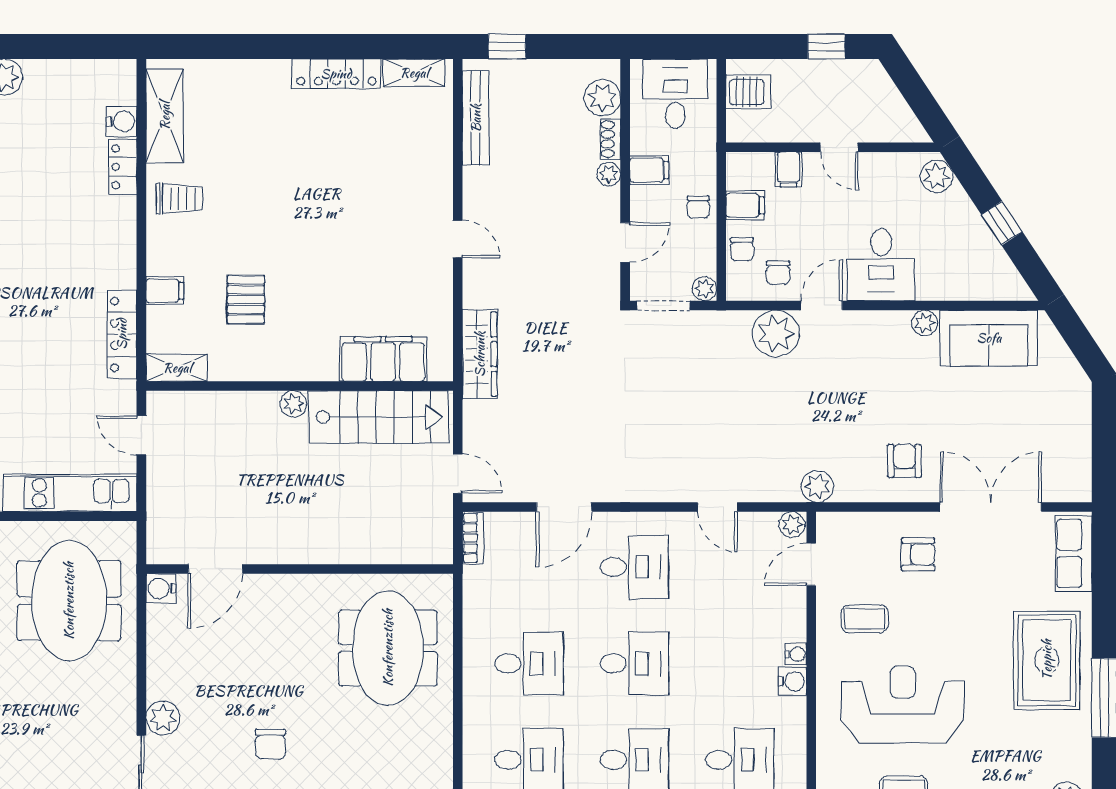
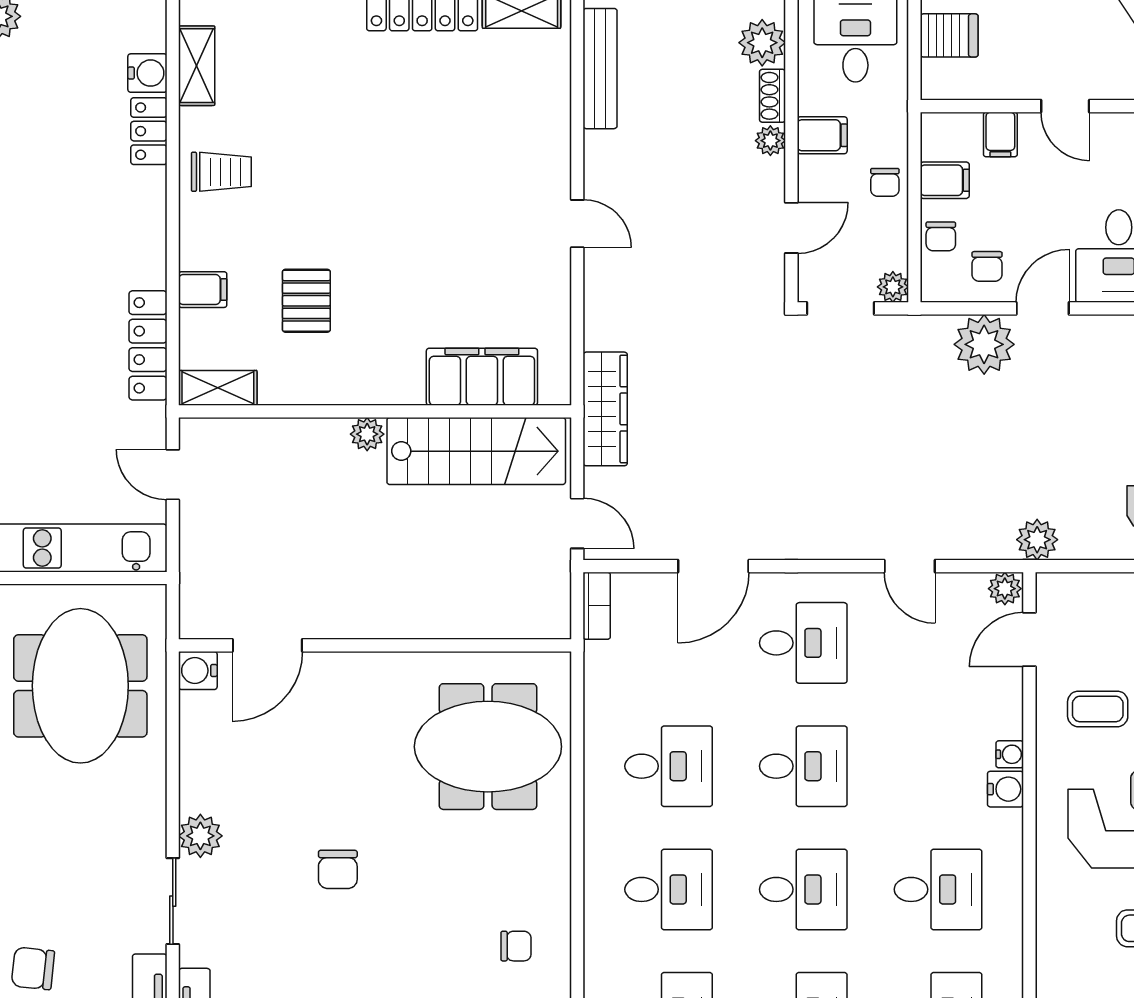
shelving: (165, 116) -> (197, 66), width x0.67, depth x0.75
wardrobe: (480, 354) -> (605, 409), moved
meeting table: (388, 648) -> (488, 747), turned 90

